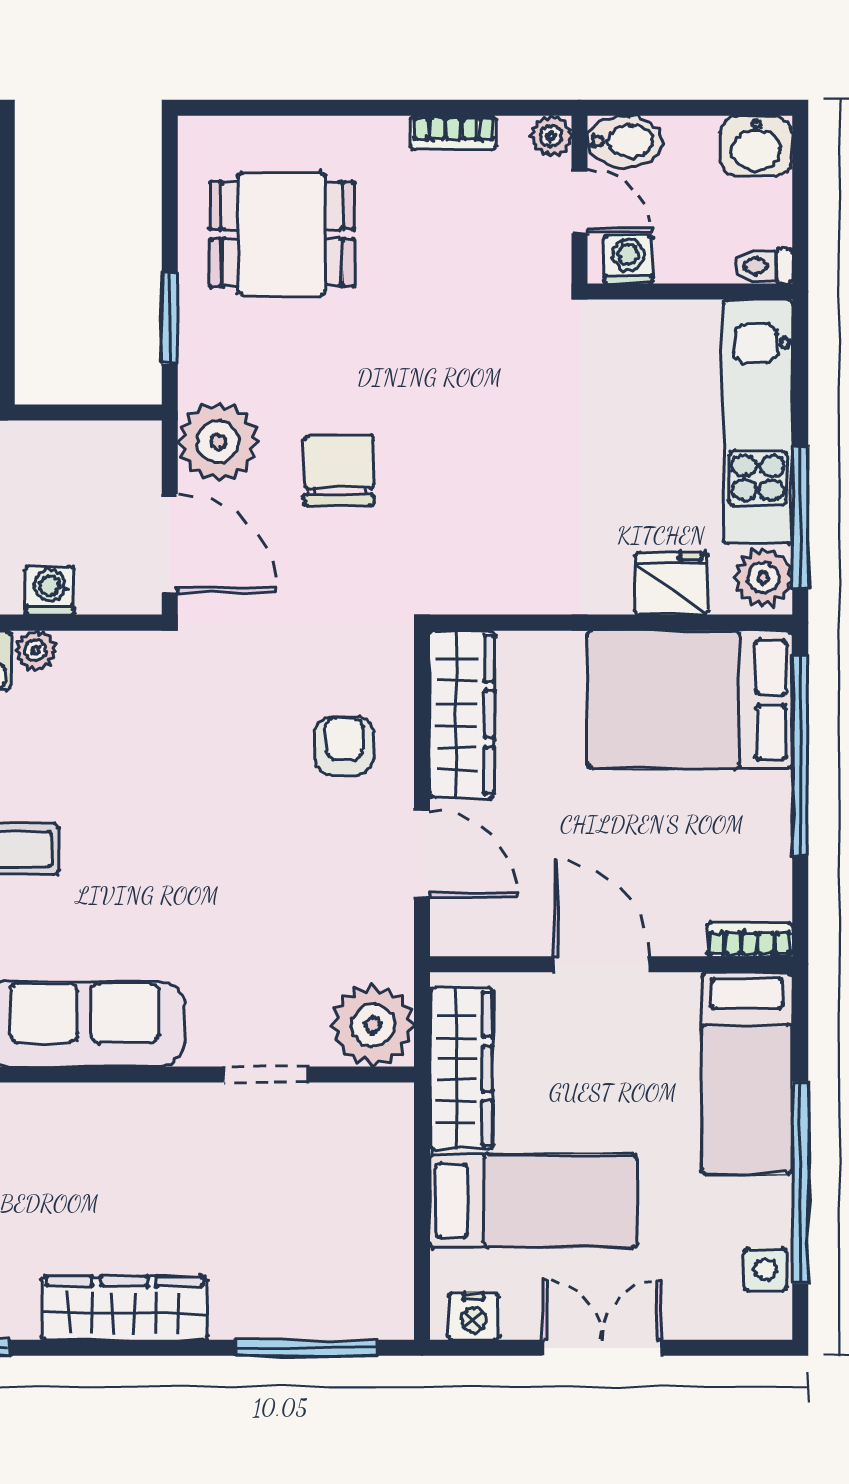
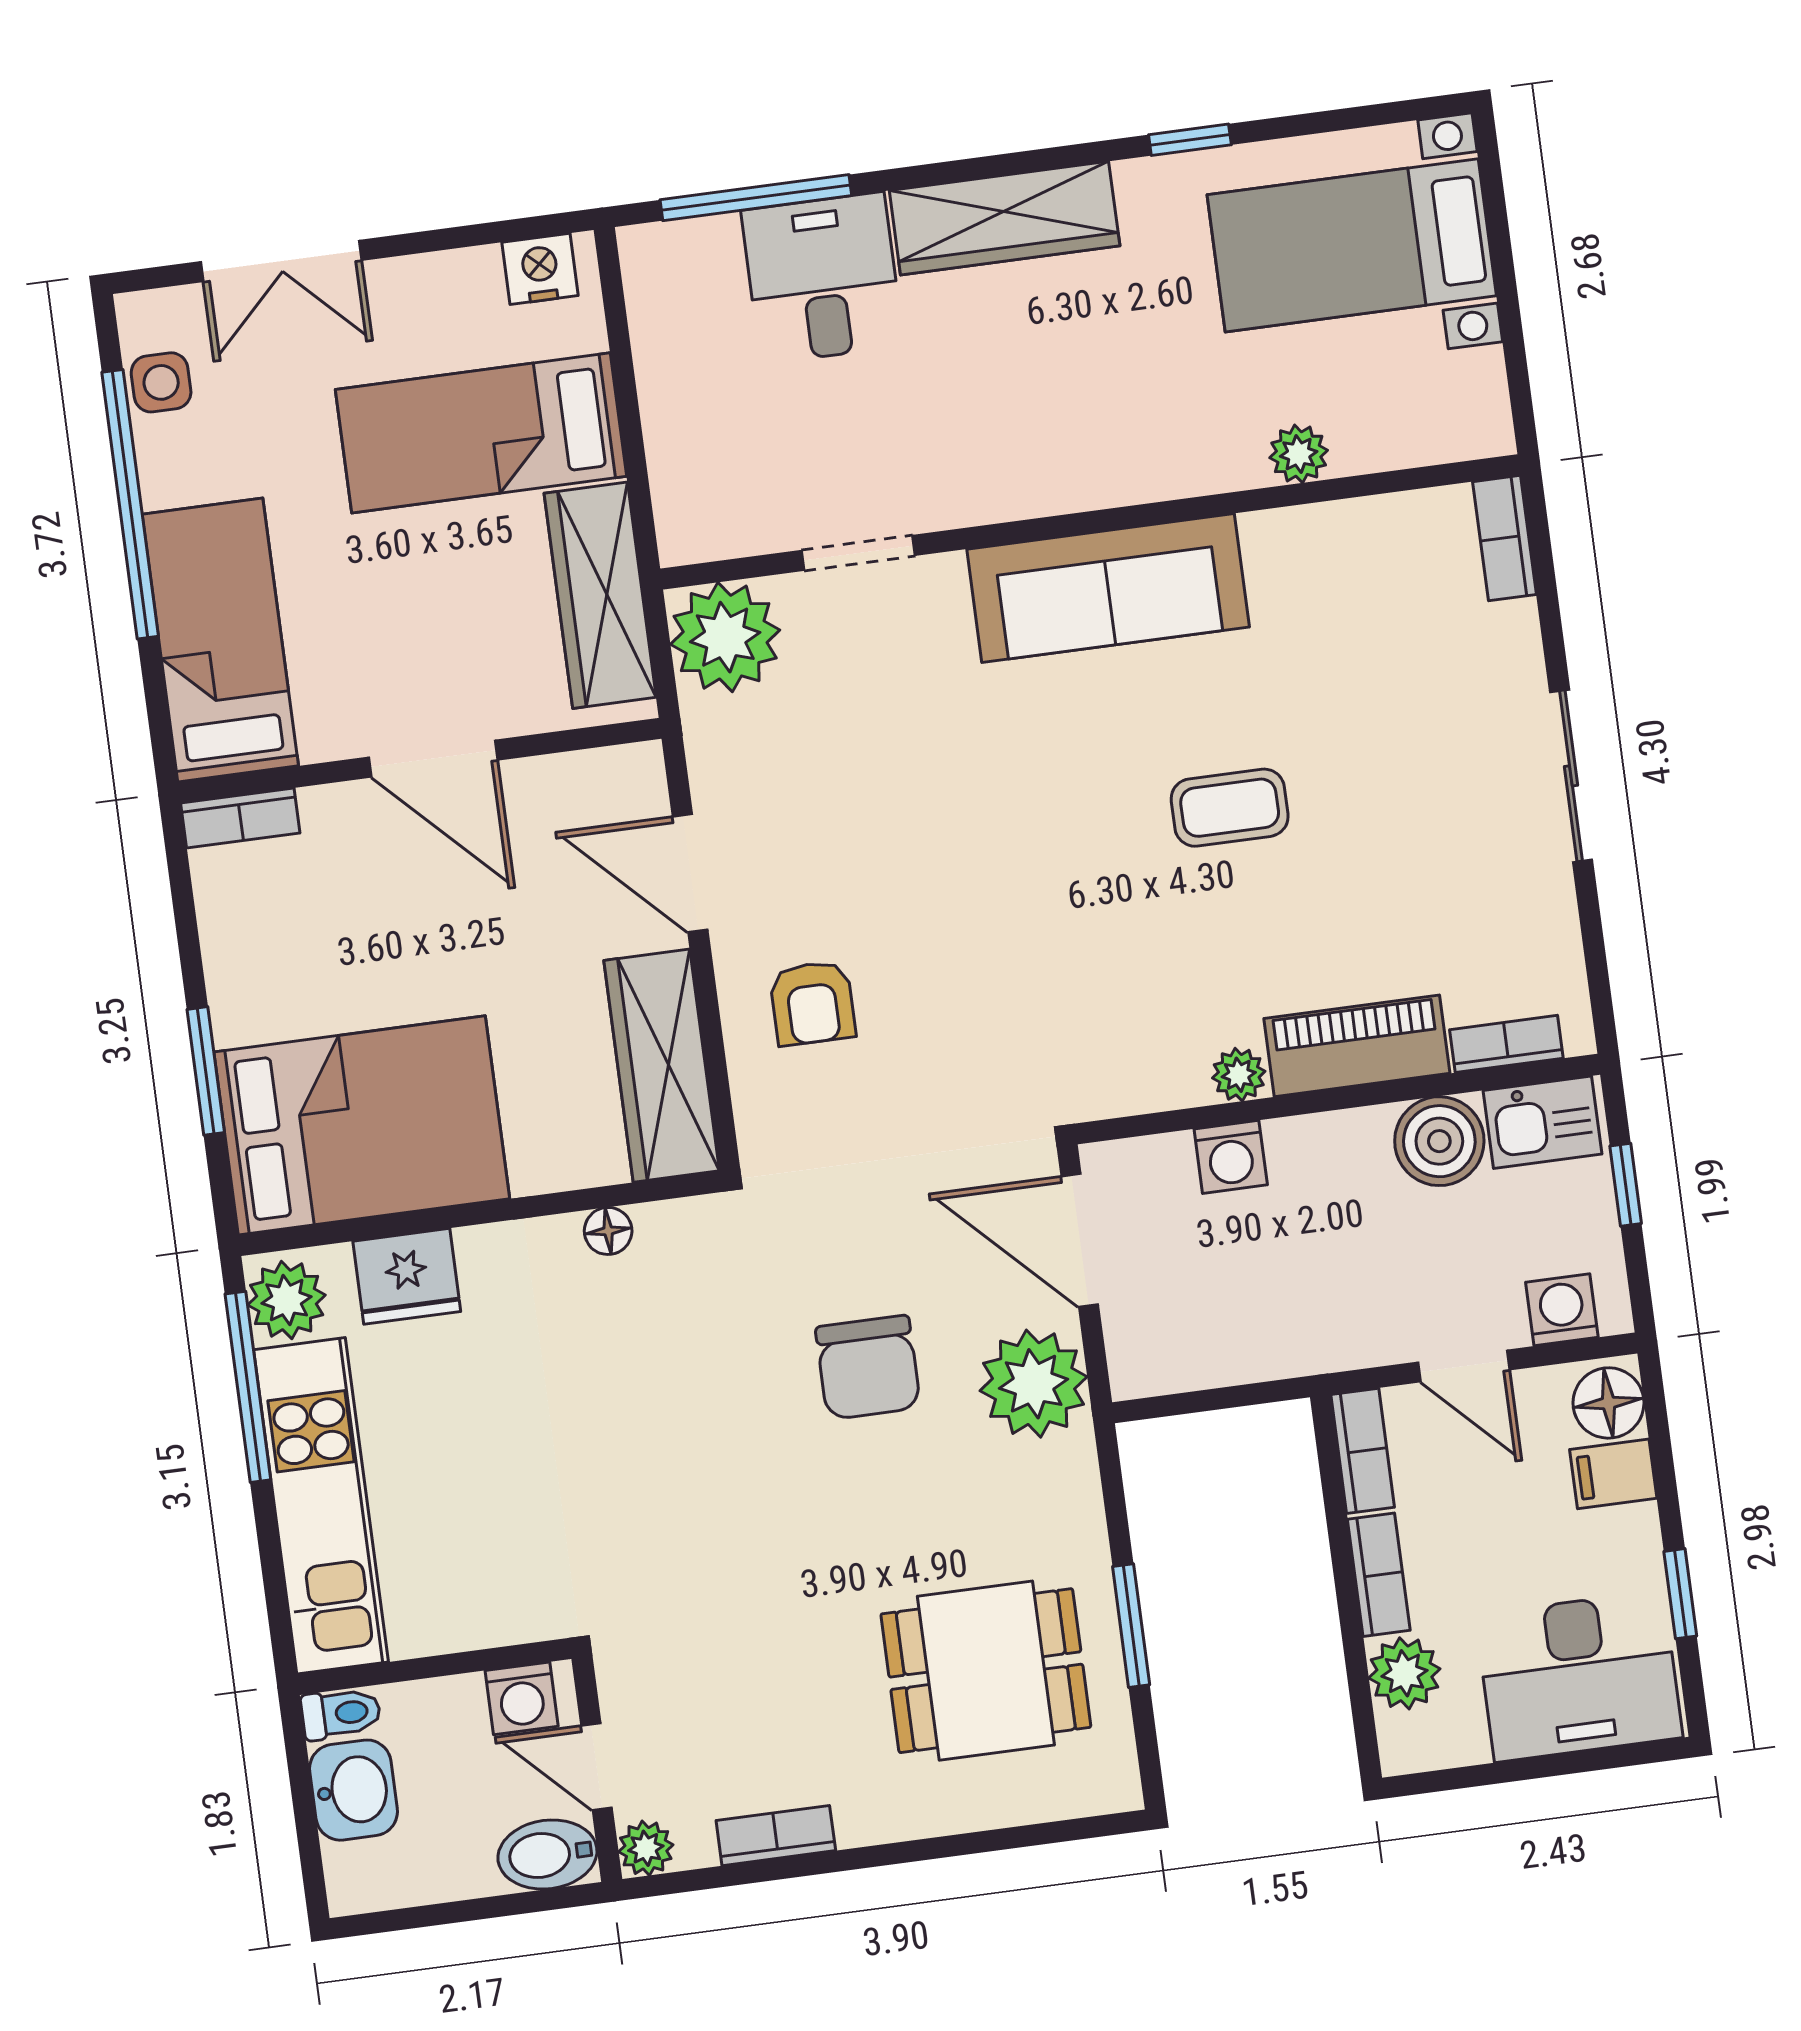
washbasin: (756, 146) -> (354, 1790), moved, turned 90
window: (170, 318) -> (1131, 1626), moved
floor lamp: (518, 597) -> (608, 1231), added
window: (800, 755) -> (206, 1071), width x0.47
desk: (265, 1282) -> (823, 278), added
double door: (602, 1348) -> (281, 261), moved

